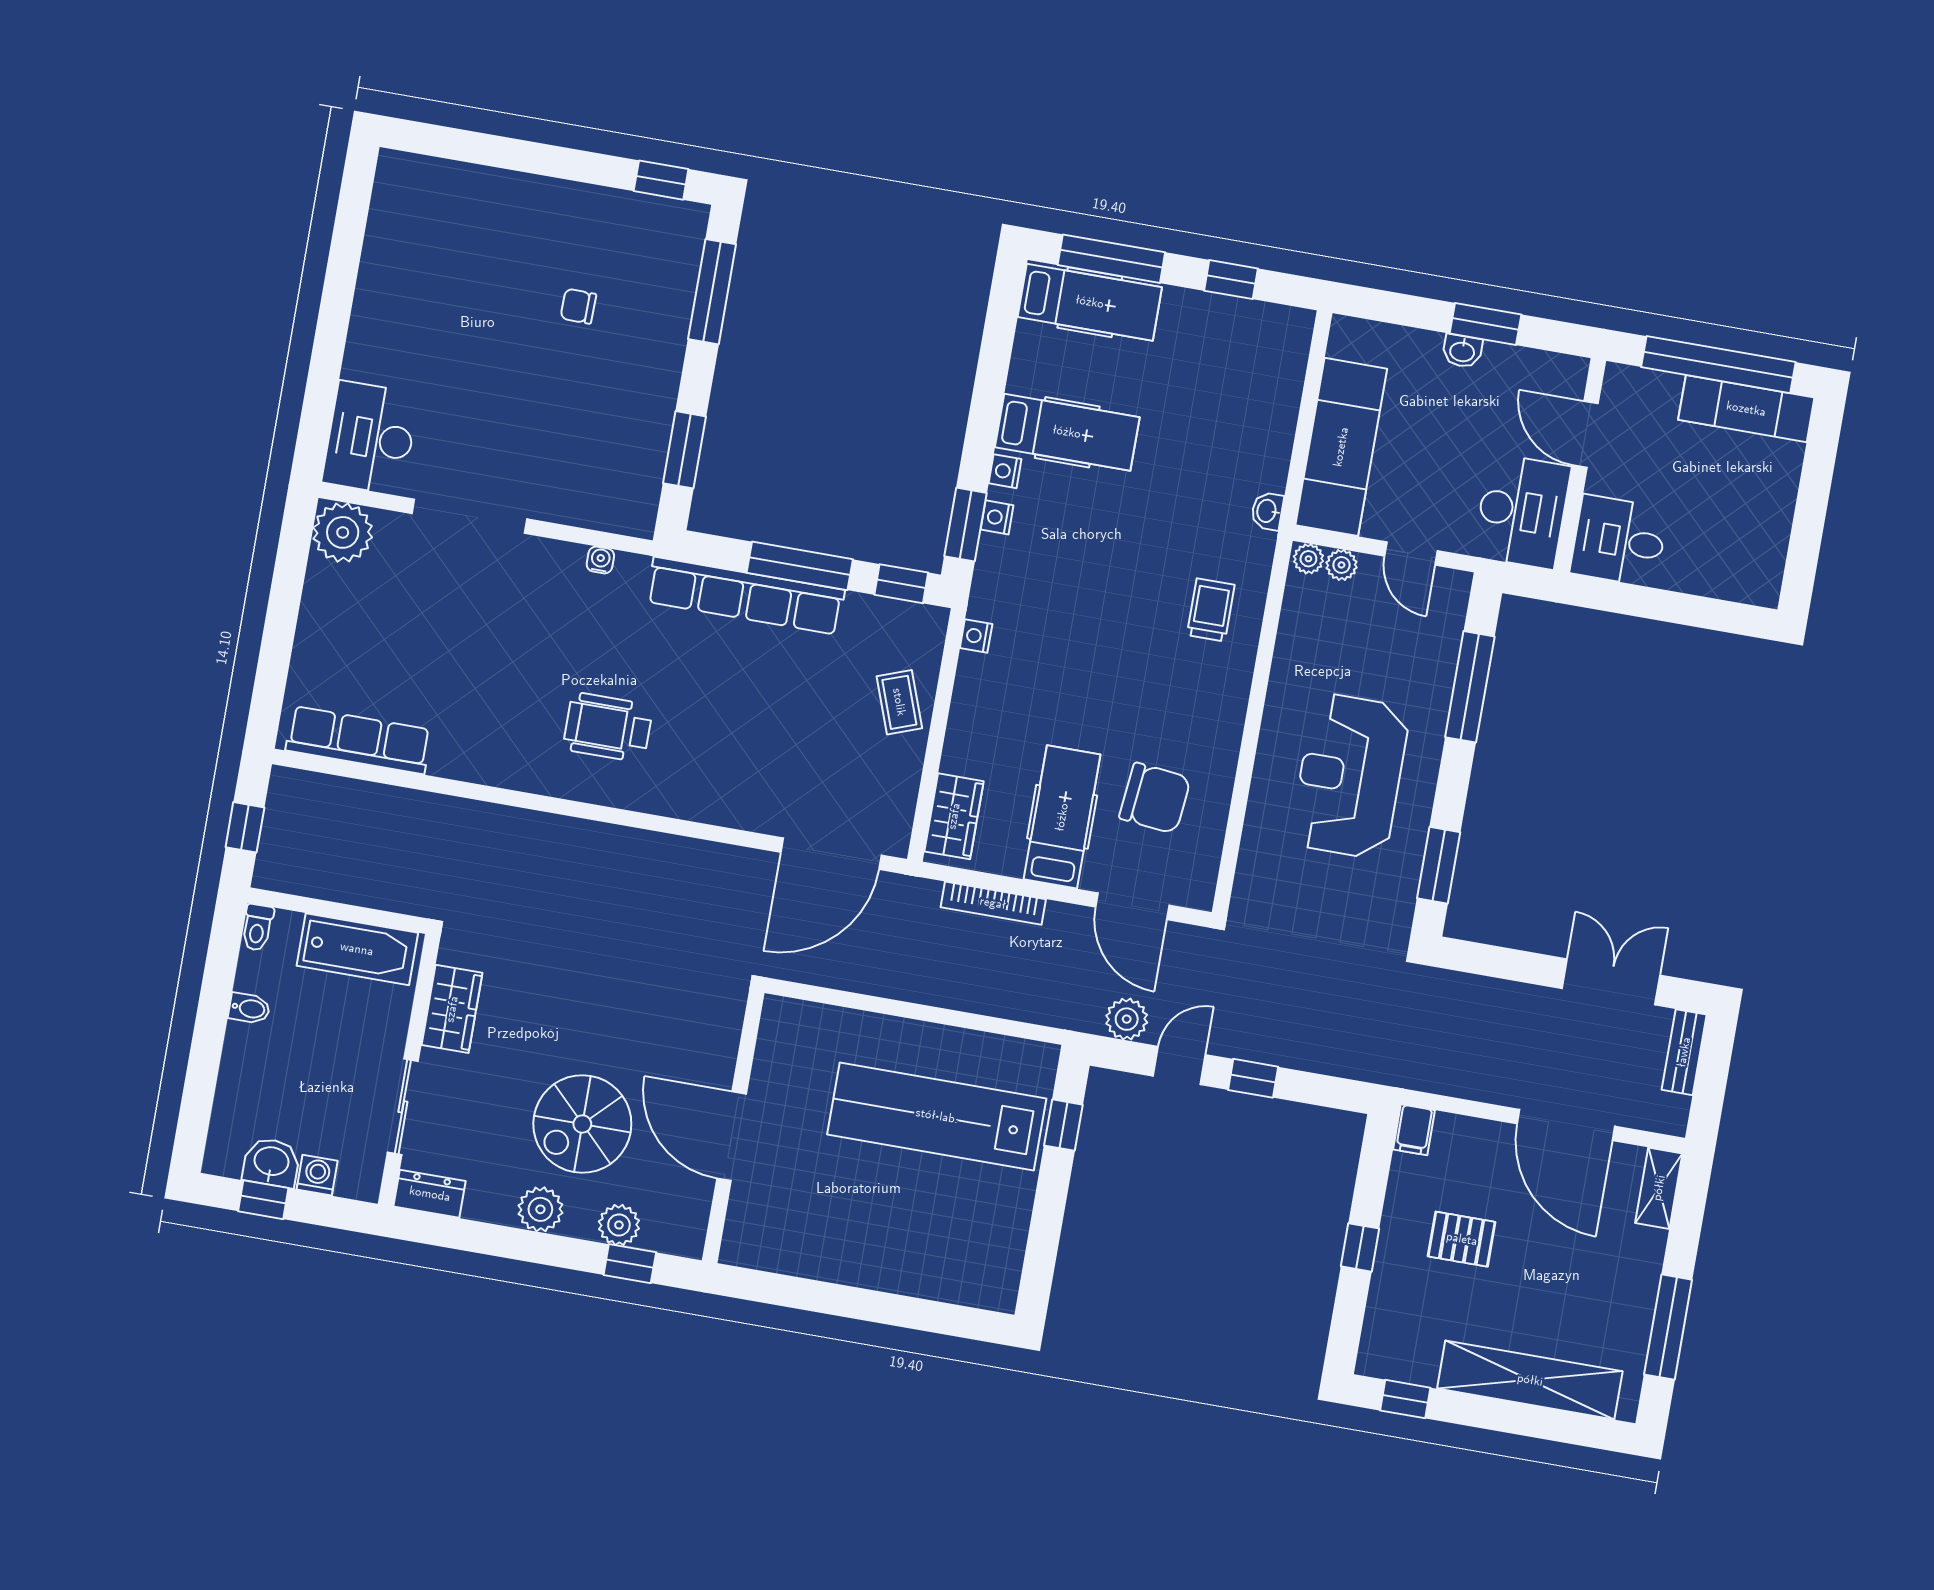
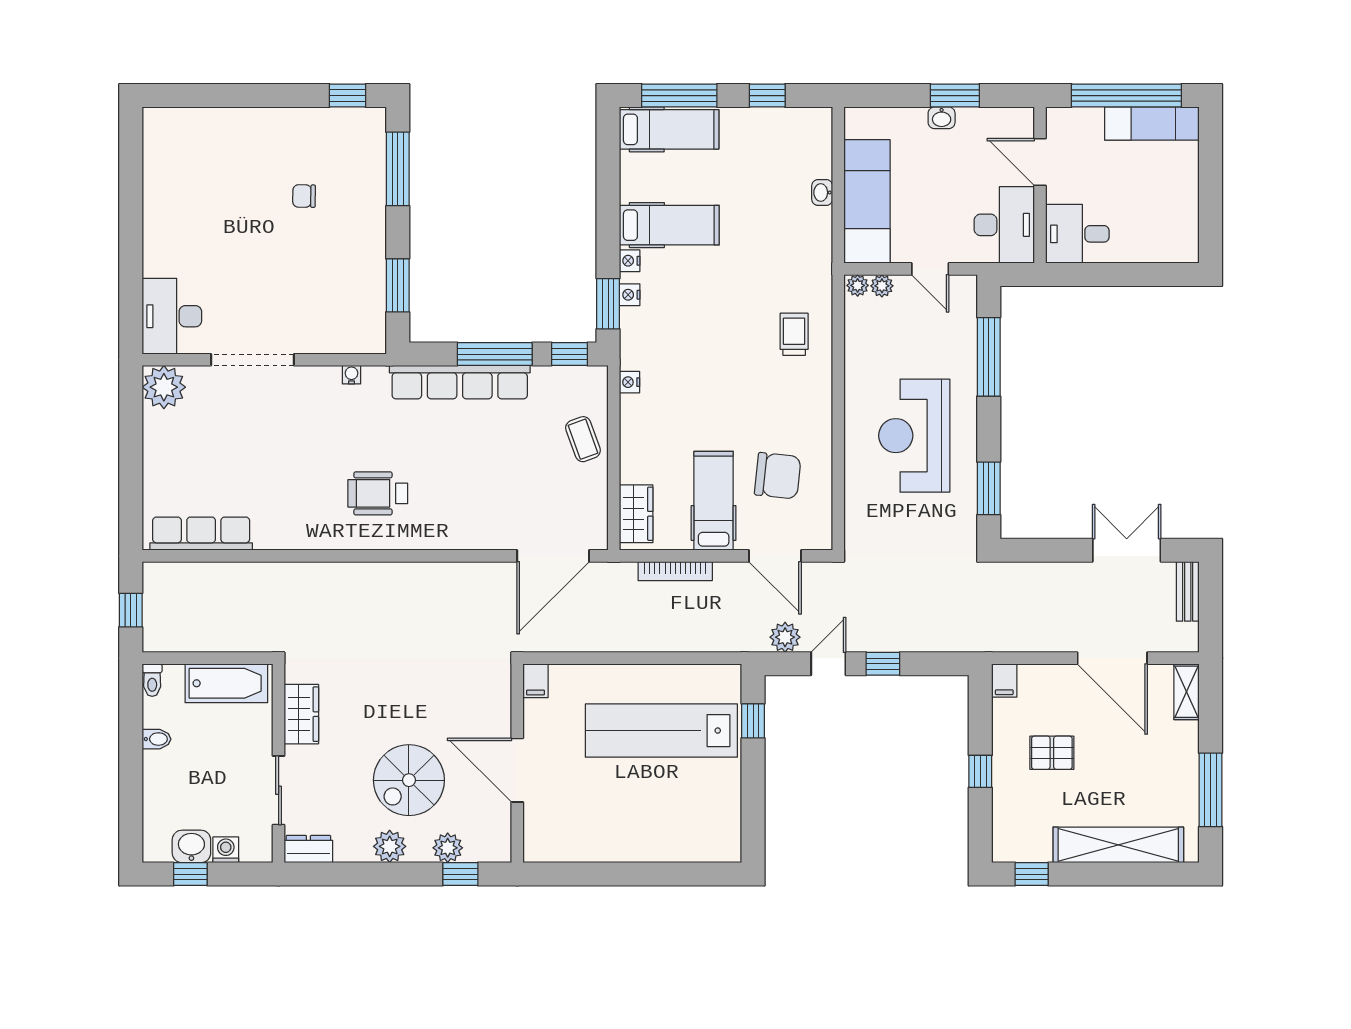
washbasin: (1267, 511) -> (822, 193), moved
filing cabinet: (778, 1019) -> (536, 681), added

